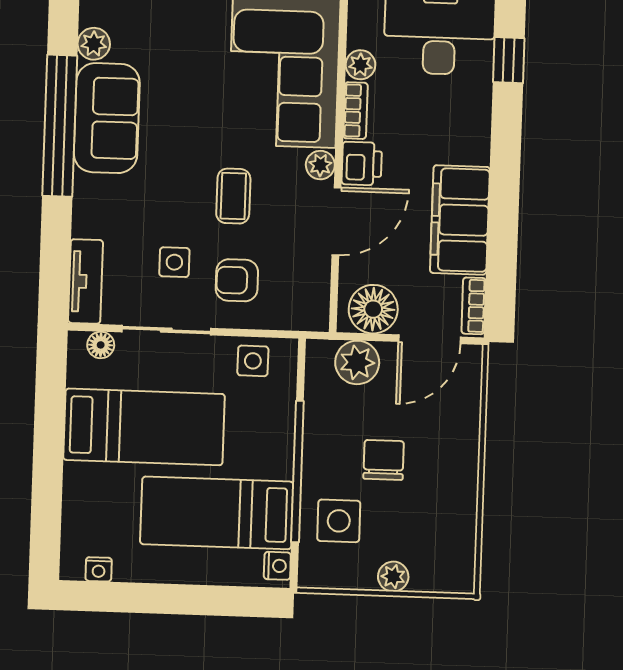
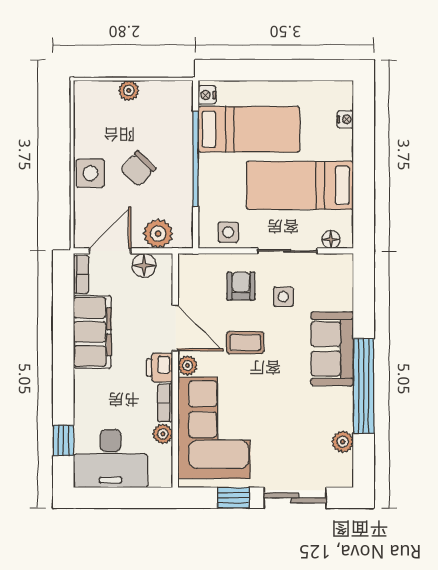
sofa: (107, 118) -> (332, 349), moved
coffee table: (233, 196) -> (245, 343), turned 90
door: (336, 221) -> (175, 328), swing flipped
armchair: (237, 280) -> (241, 286), turned -90
tv unit: (85, 281) -> (343, 282), removed
floor lamp: (373, 309) -> (144, 265), width x0.73, depth x0.73
chair: (384, 460) -> (138, 169), turned 44
side table: (339, 521) -> (90, 173), moved
nightstand: (99, 569) -> (345, 119), moved, turned 90

